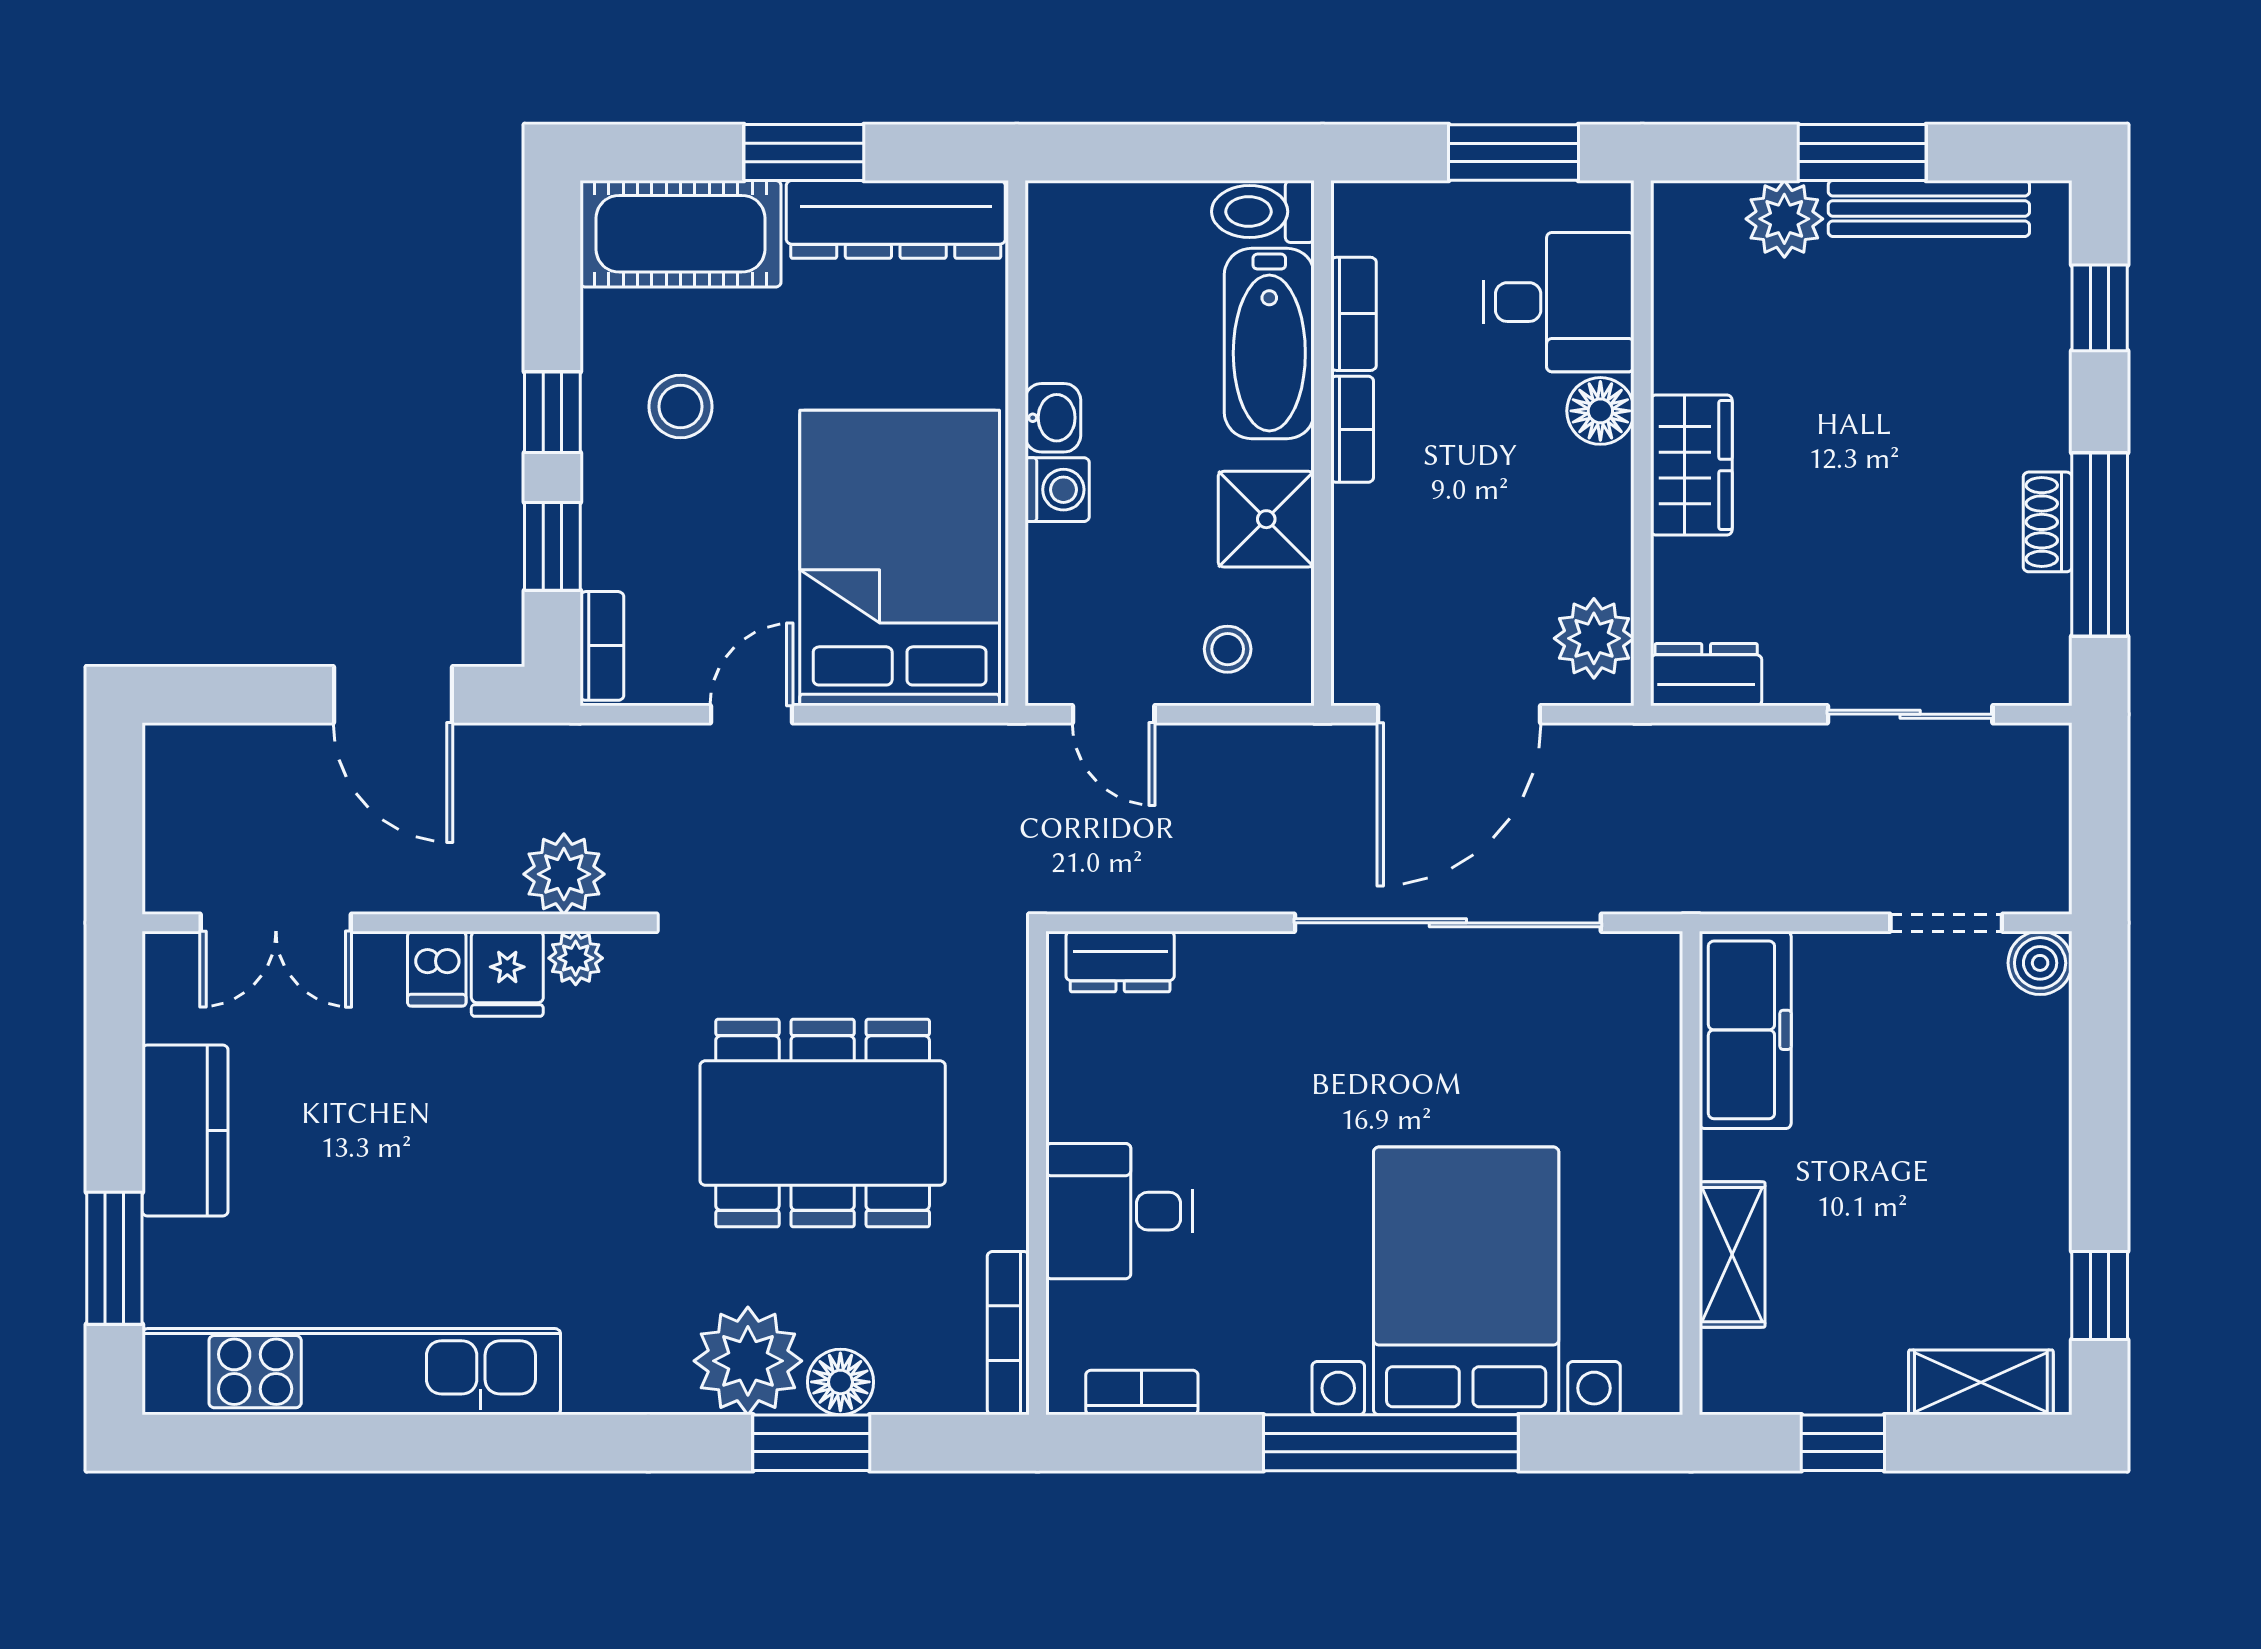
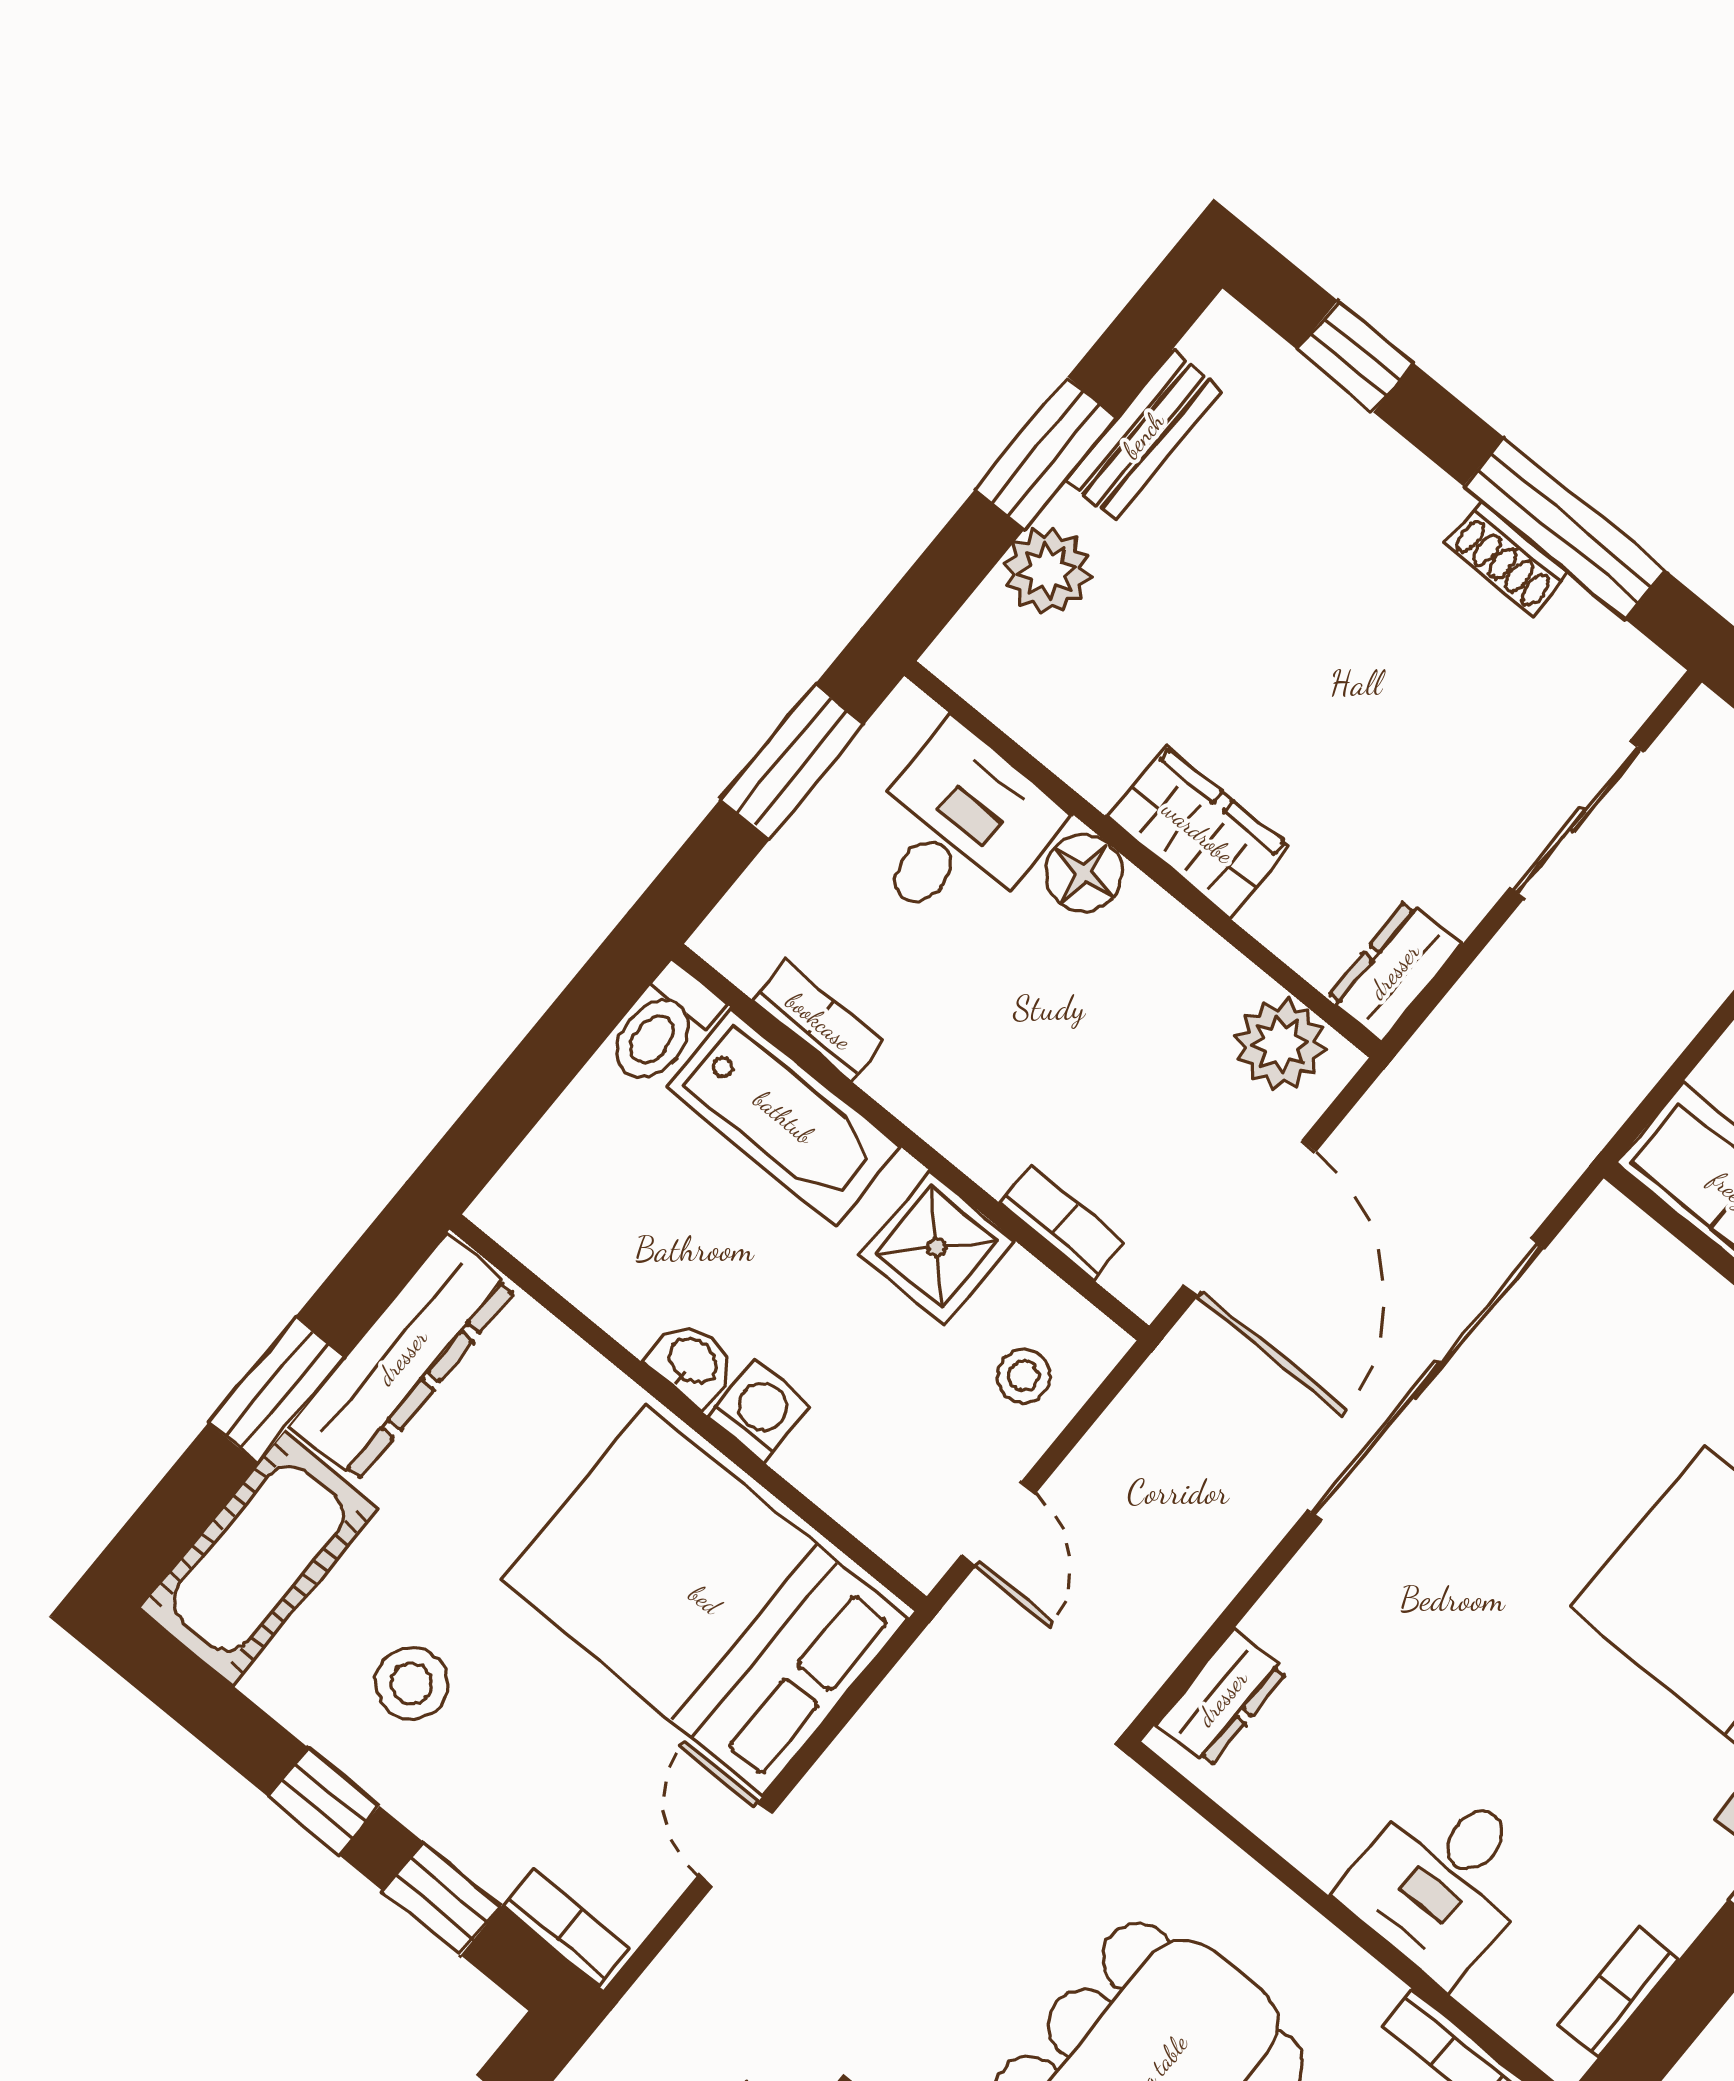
bench: (1929, 208) -> (1143, 435), width x0.73
bookcase: (1352, 429) -> (1062, 1223), moved
door: (1114, 714) -> (998, 1524), hinge flipped

